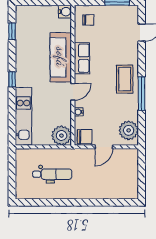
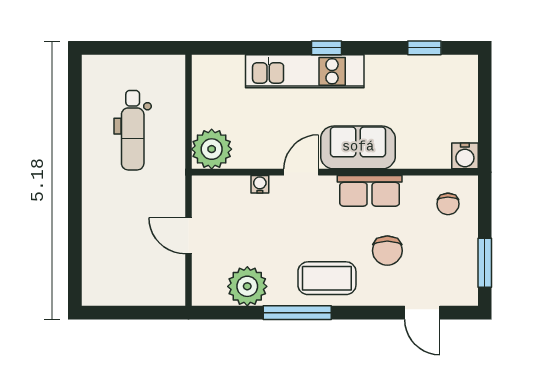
sofa: (61, 57) -> (358, 147), width x0.73
door: (73, 92) -> (301, 172), swing flipped
kitchen unit: (23, 116) -> (305, 71), moved
plant: (129, 130) -> (247, 286), moved
chair: (85, 137) -> (387, 251), moved

